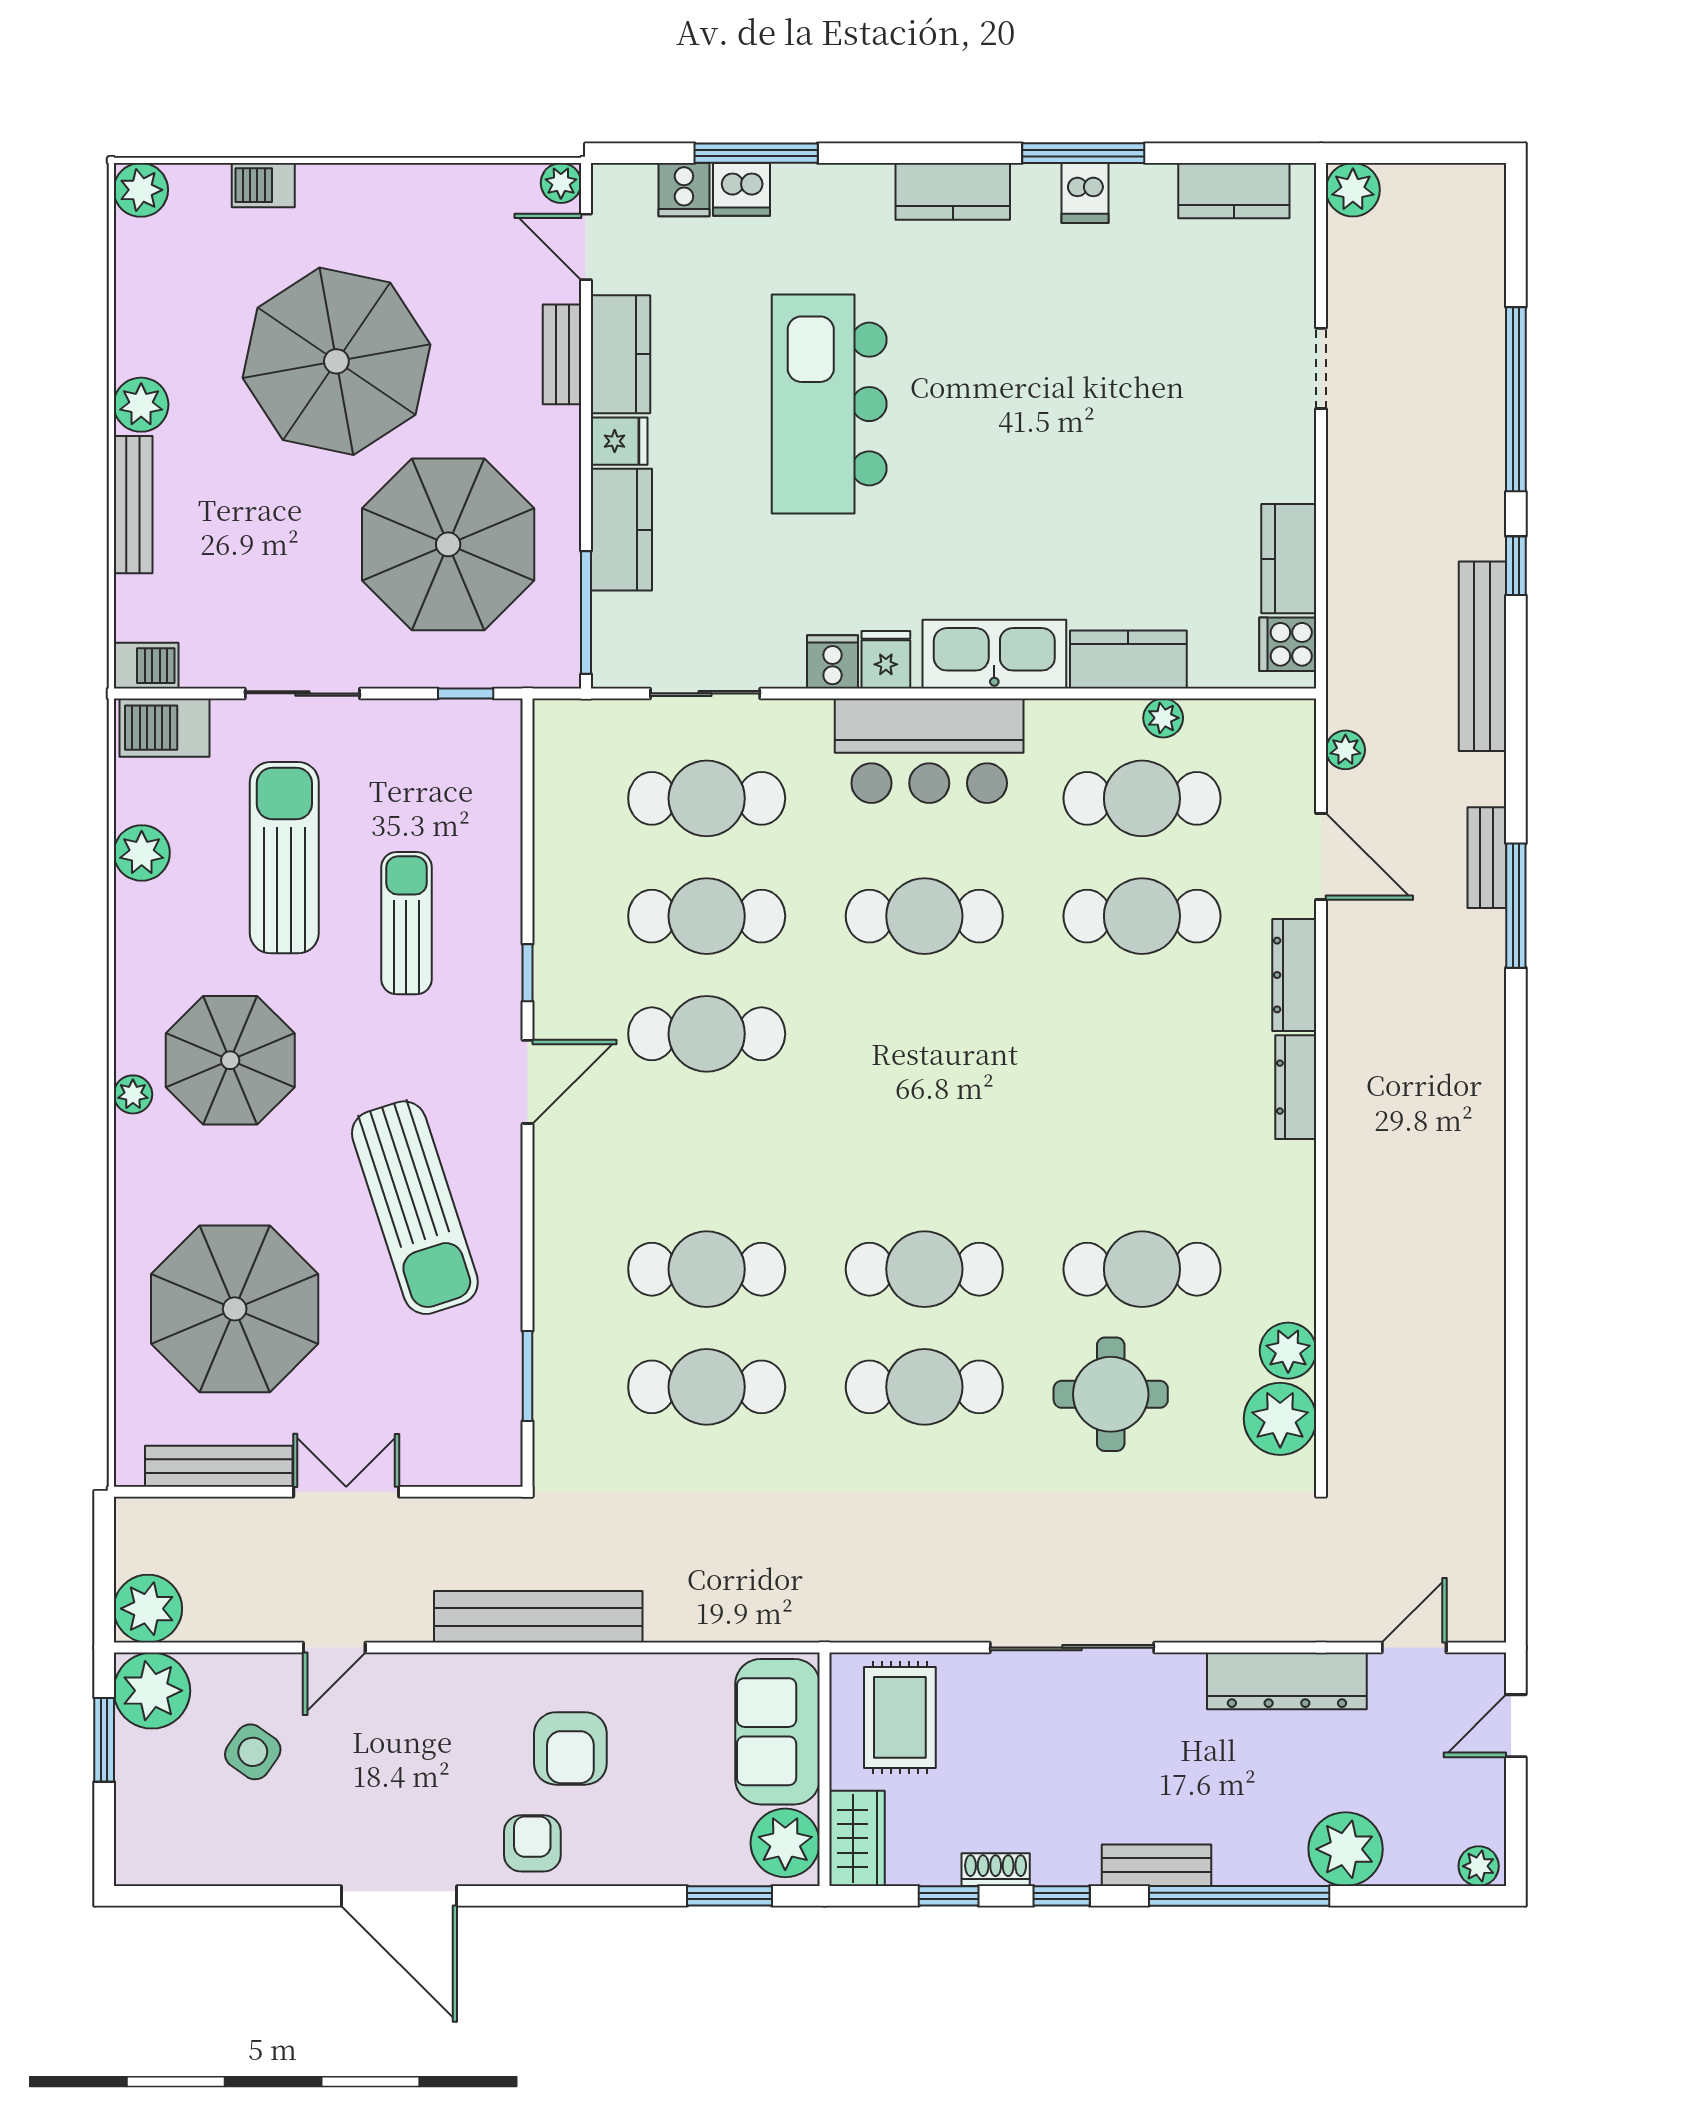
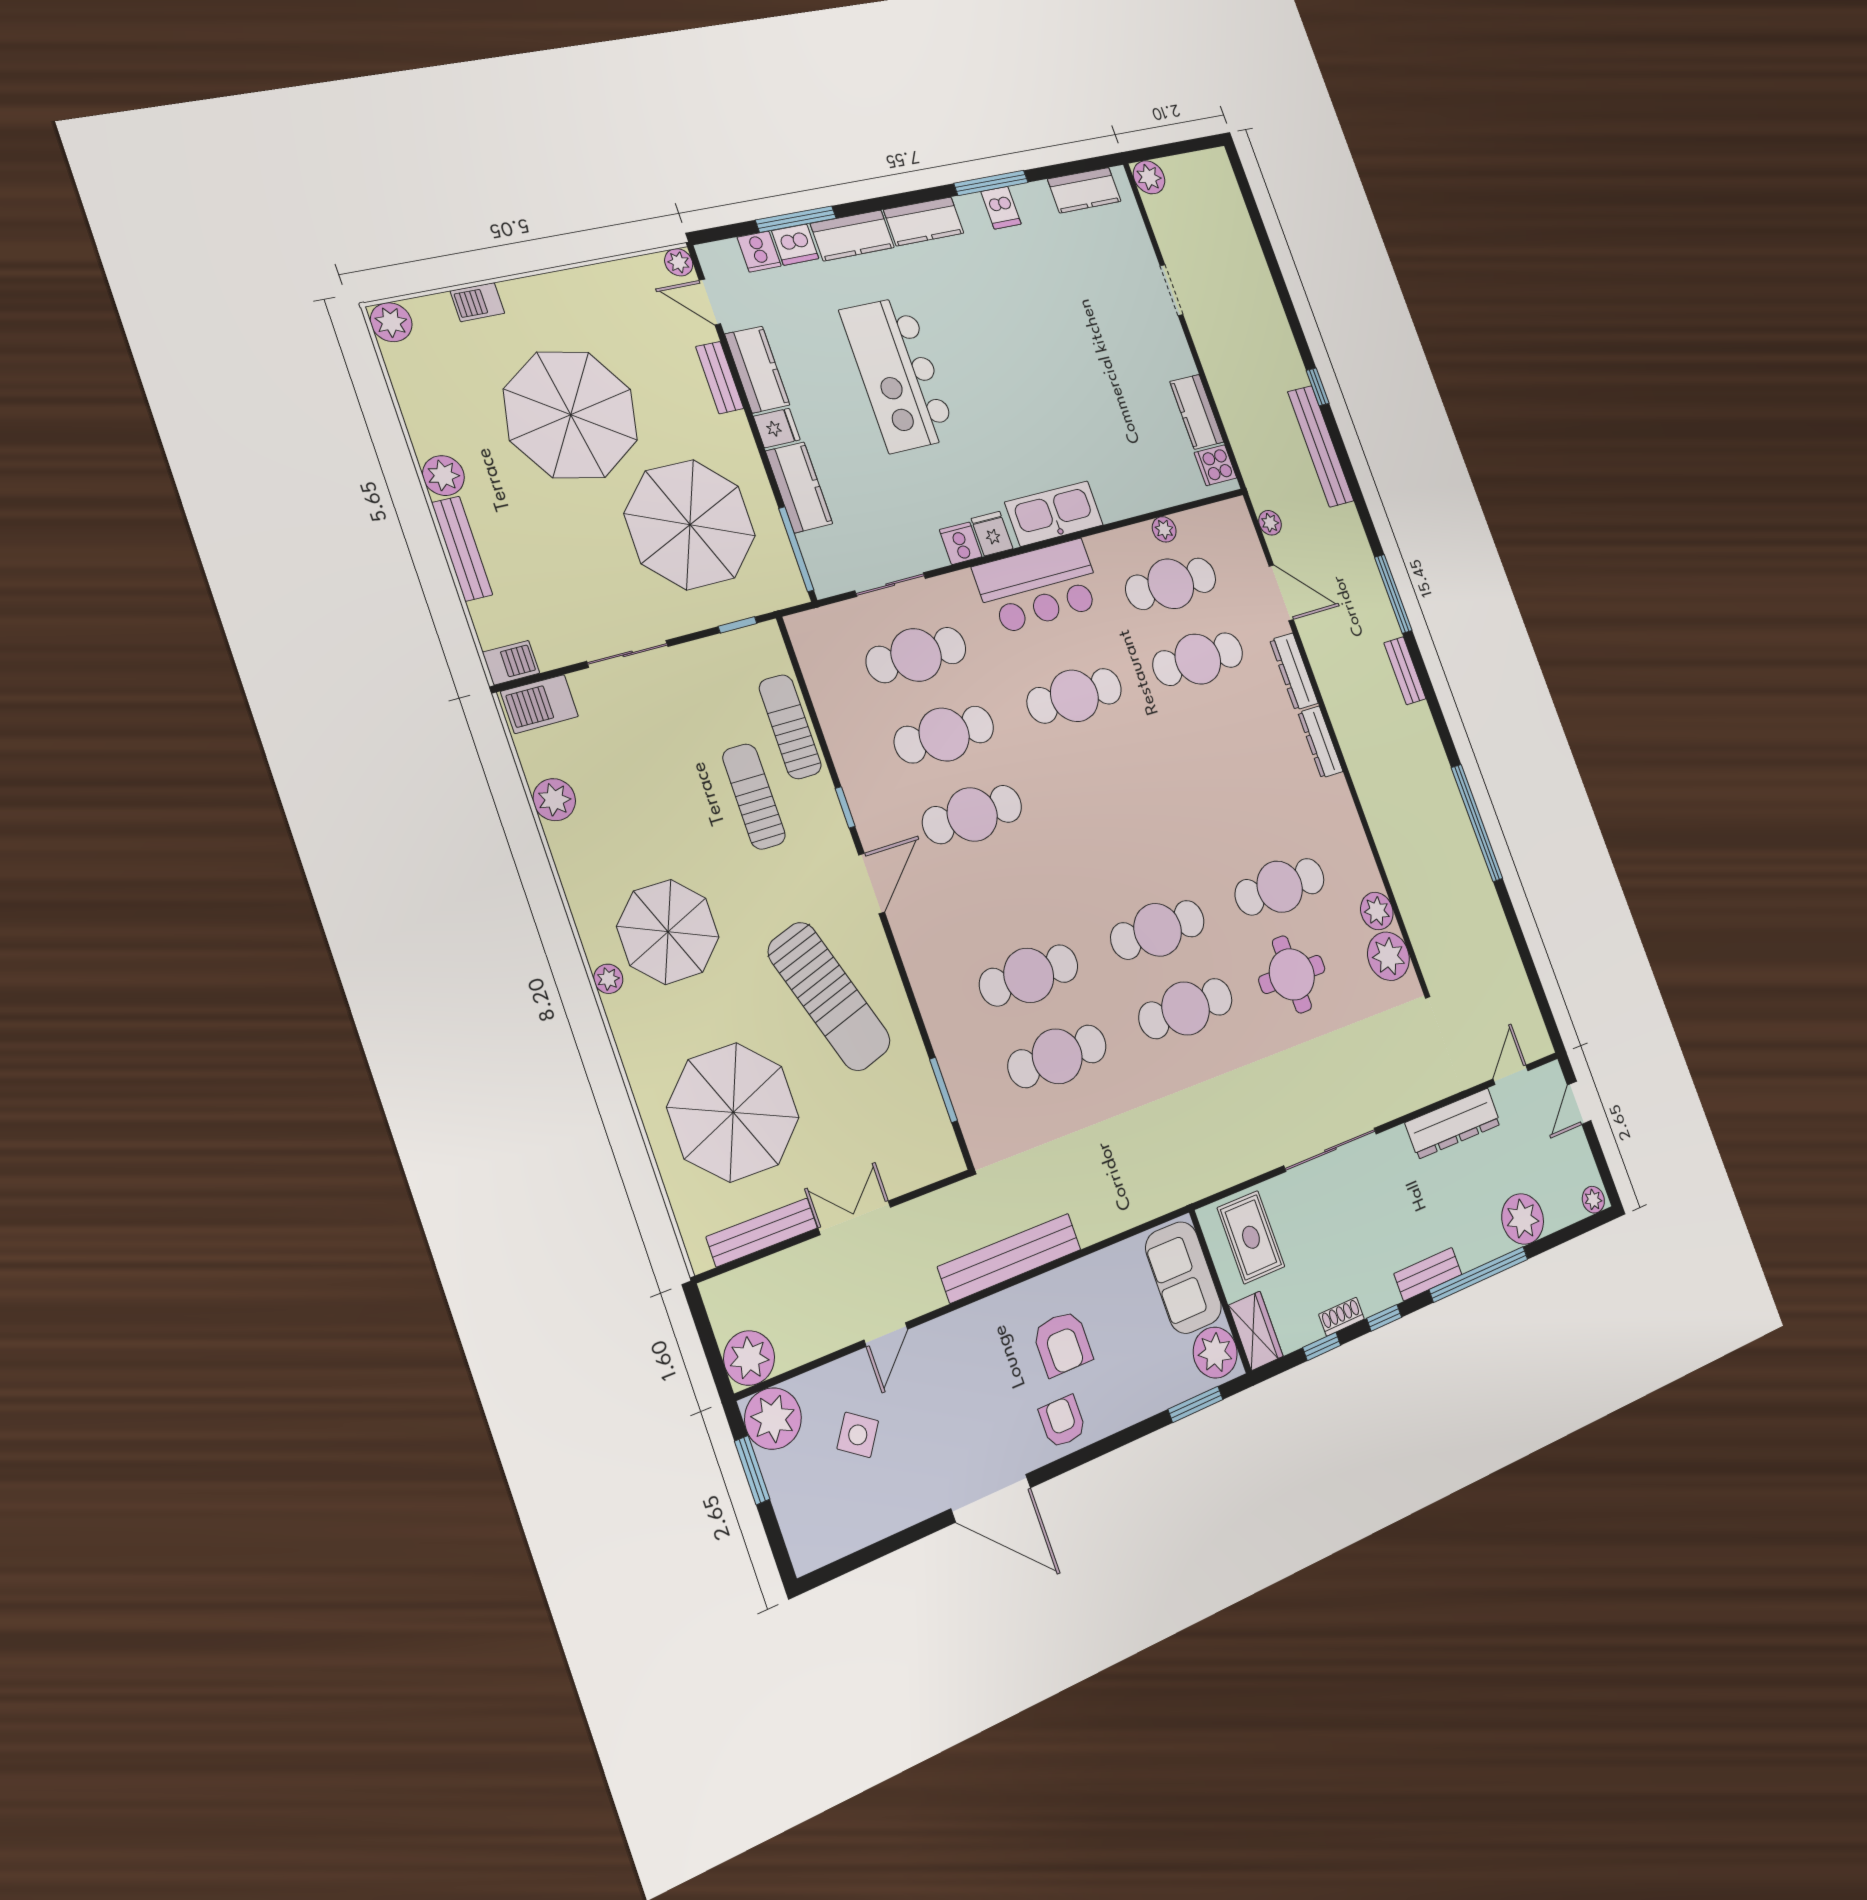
window: (1516, 399) -> (1477, 823), moved
kitchen counter: (1128, 659) -> (852, 236), moved, turned 180
sun lounger: (284, 858) -> (790, 727), moved, width x0.73, depth x0.75
bench: (1487, 858) -> (1405, 671), moved

